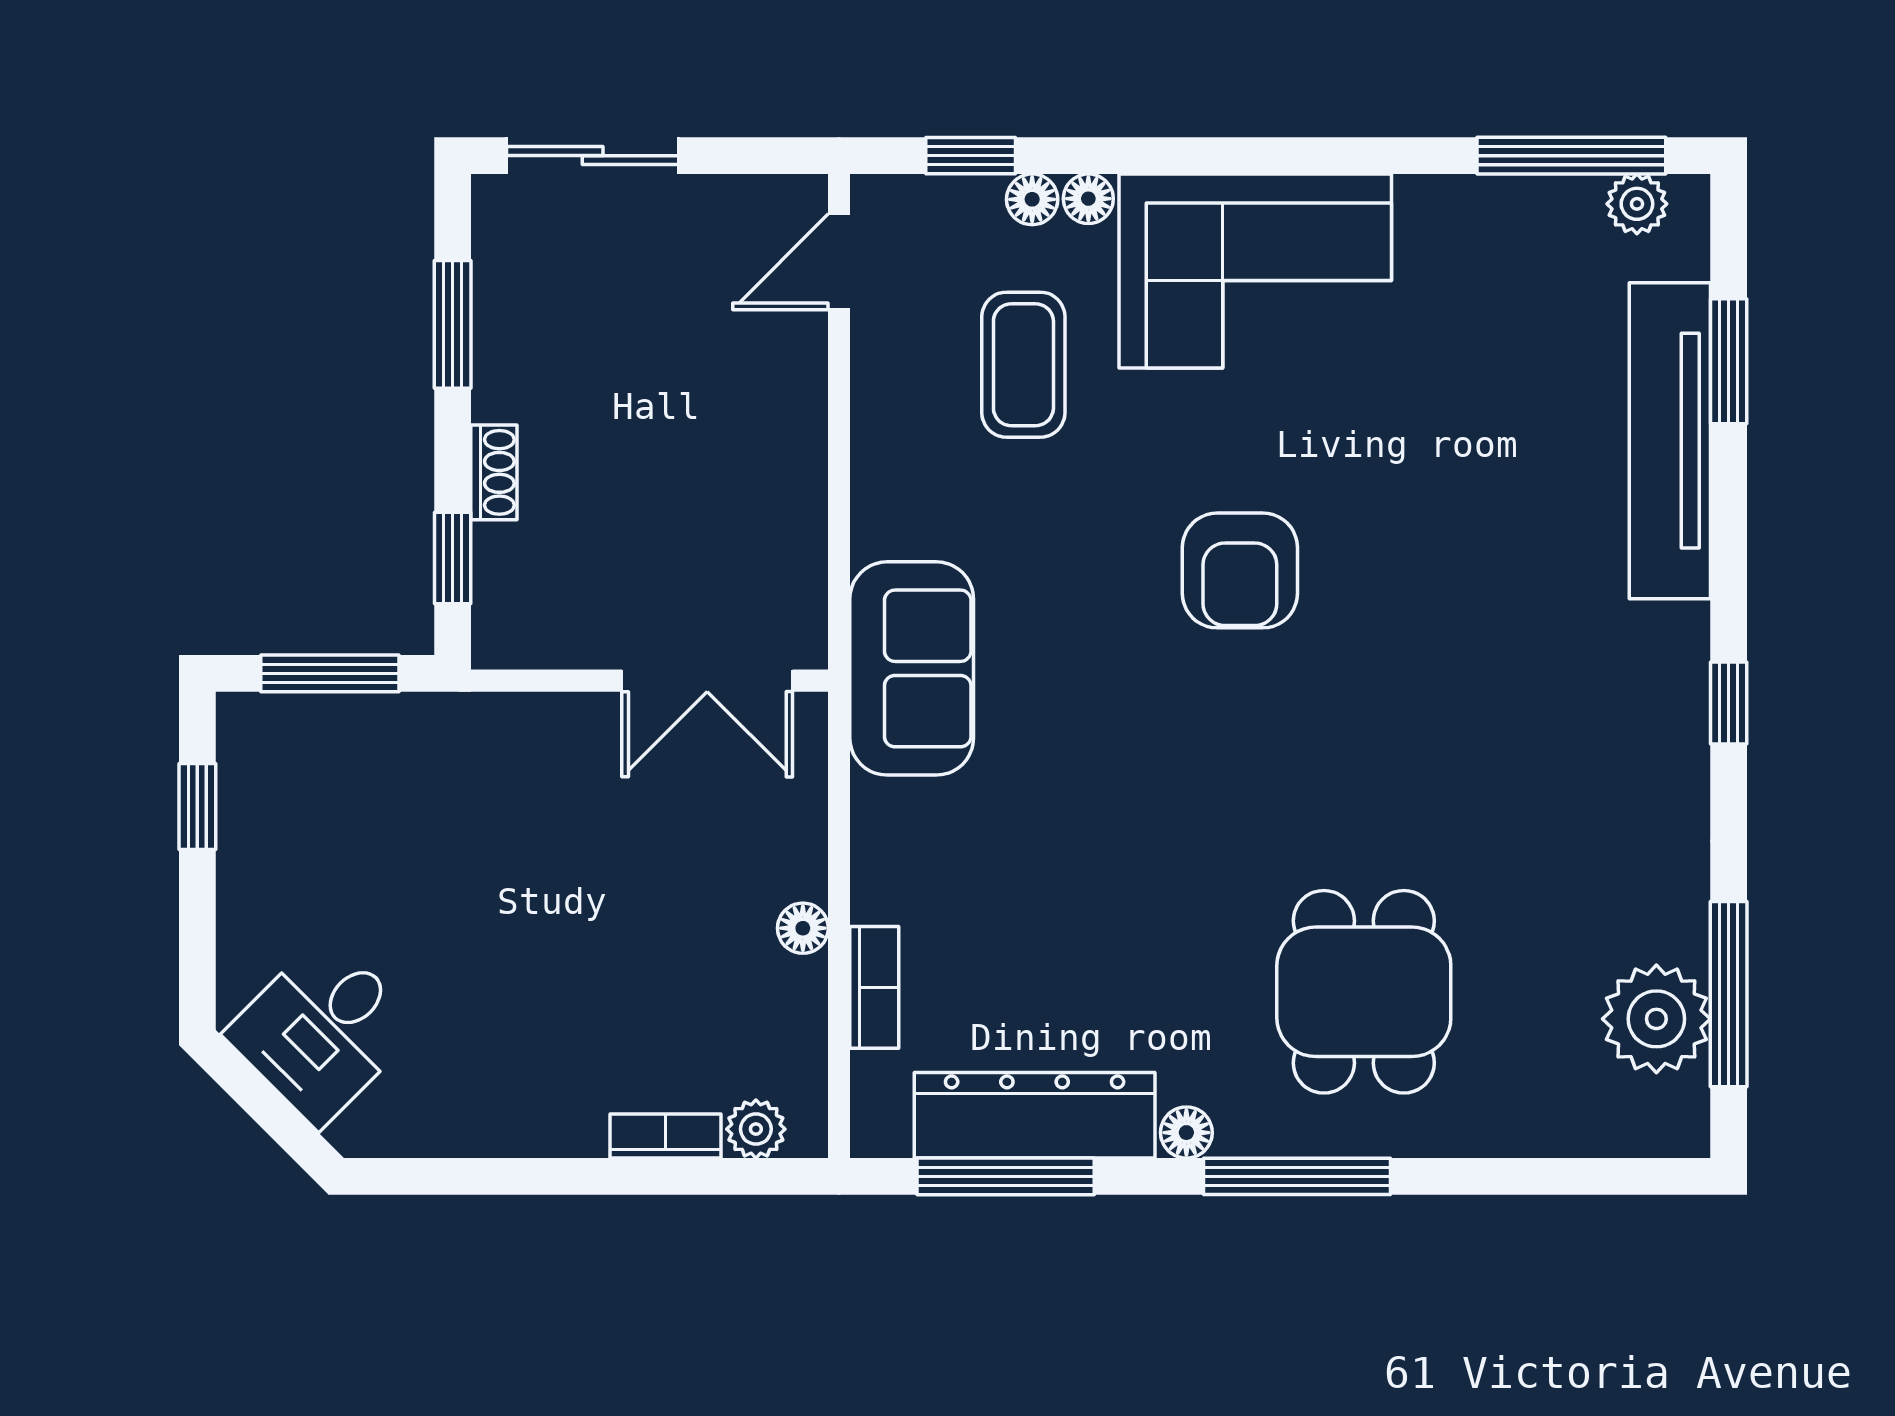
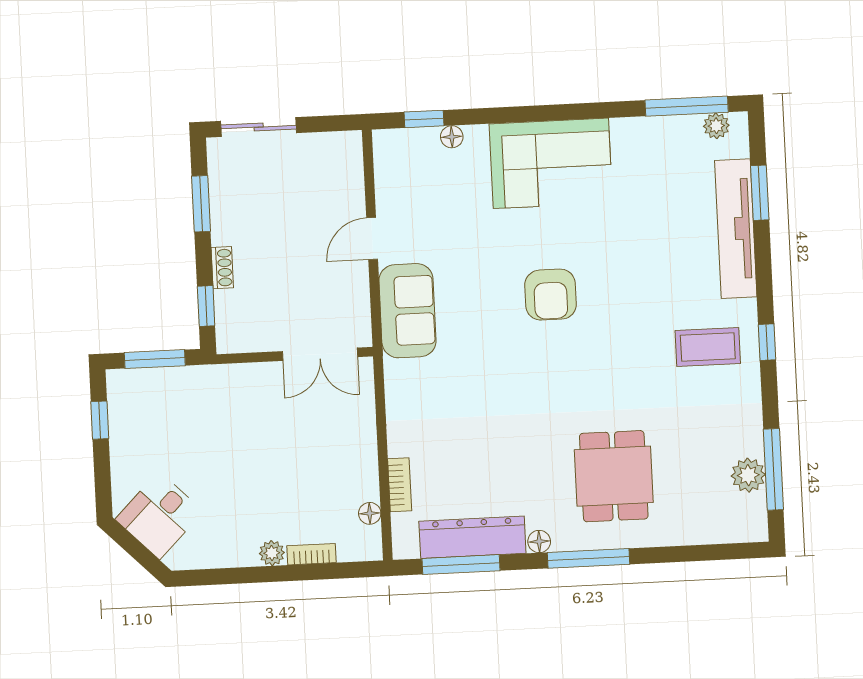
floor lamp: (1088, 199) -> (476, 135), removed
door: (839, 262) -> (372, 239), moved
coffee table: (1023, 365) -> (708, 347), moved, turned 90
sofa: (912, 668) -> (407, 311), moved
floor lamp: (803, 928) -> (370, 513), moved
plant: (1656, 1019) -> (748, 475), width x0.73, depth x0.73
plant: (756, 1129) -> (272, 553), moved

